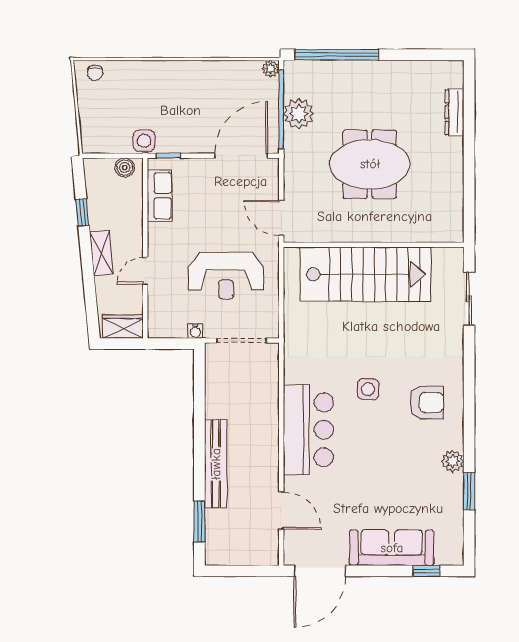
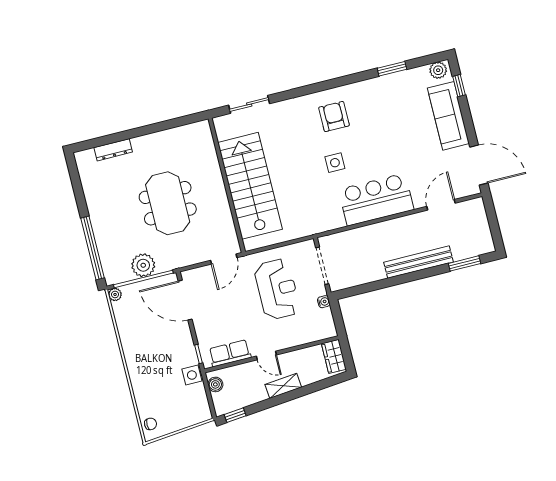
window: (82, 212) -> (235, 415), moved
door: (145, 271) -> (266, 356), moved
plant: (453, 461) -> (438, 70), moved

